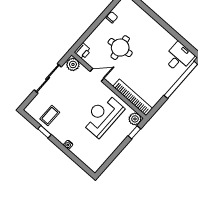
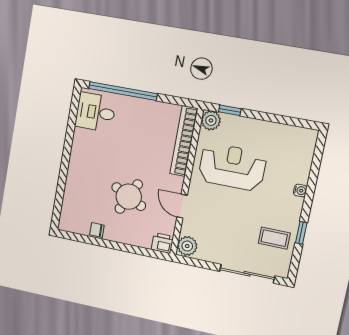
round table: (120, 48) -> (129, 197), turned 34
sliding door: (48, 78) -> (247, 274), moved
reception desk: (103, 116) -> (232, 167), turned 180

